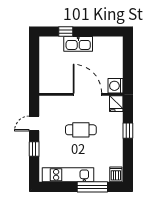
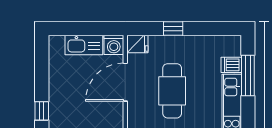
kitchen sink: (78, 44) -> (84, 45), moved, turned 90
cafe table: (81, 130) -> (172, 91), width x1.37, depth x1.35
dishwasher: (116, 174) -> (231, 65), moved

